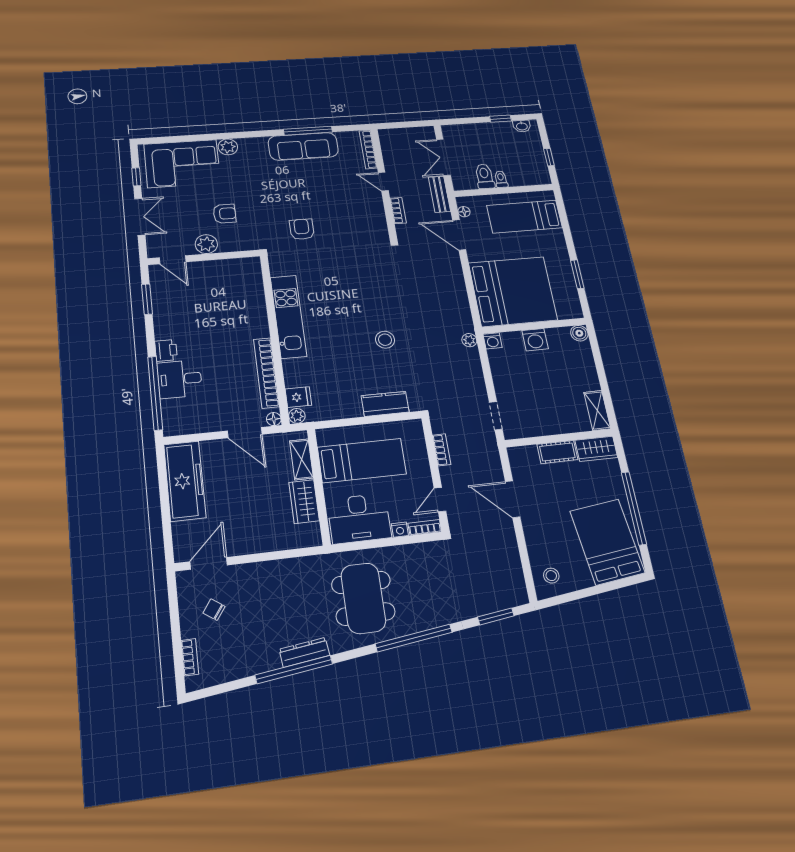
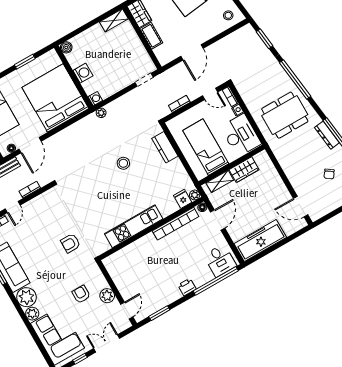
plant: (253, 149) -> (26, 297), added
desk: (180, 379) -> (220, 260), moved
chair: (214, 610) -> (329, 174), moved

